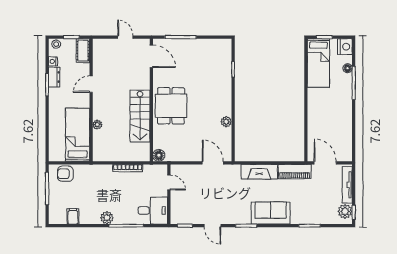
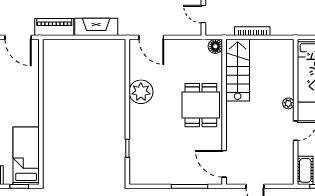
stairs: (140, 116) -> (238, 70), moved
plant: (226, 122) -> (141, 92), width x1.88, depth x1.88
plant: (97, 125) -> (288, 103), moved

